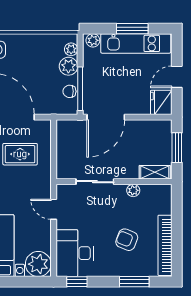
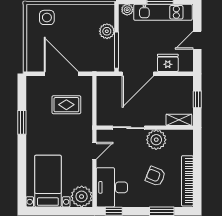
plant: (71, 49) -> (109, 17), removed
chair: (69, 91) -> (108, 52), removed
fridge: (161, 102) -> (168, 63), moved, turned 90
window: (177, 148) -> (197, 99), width x0.67
plant: (133, 190) -> (156, 140), width x1.87, depth x1.87
door: (54, 209) -> (94, 151), swing flipped

